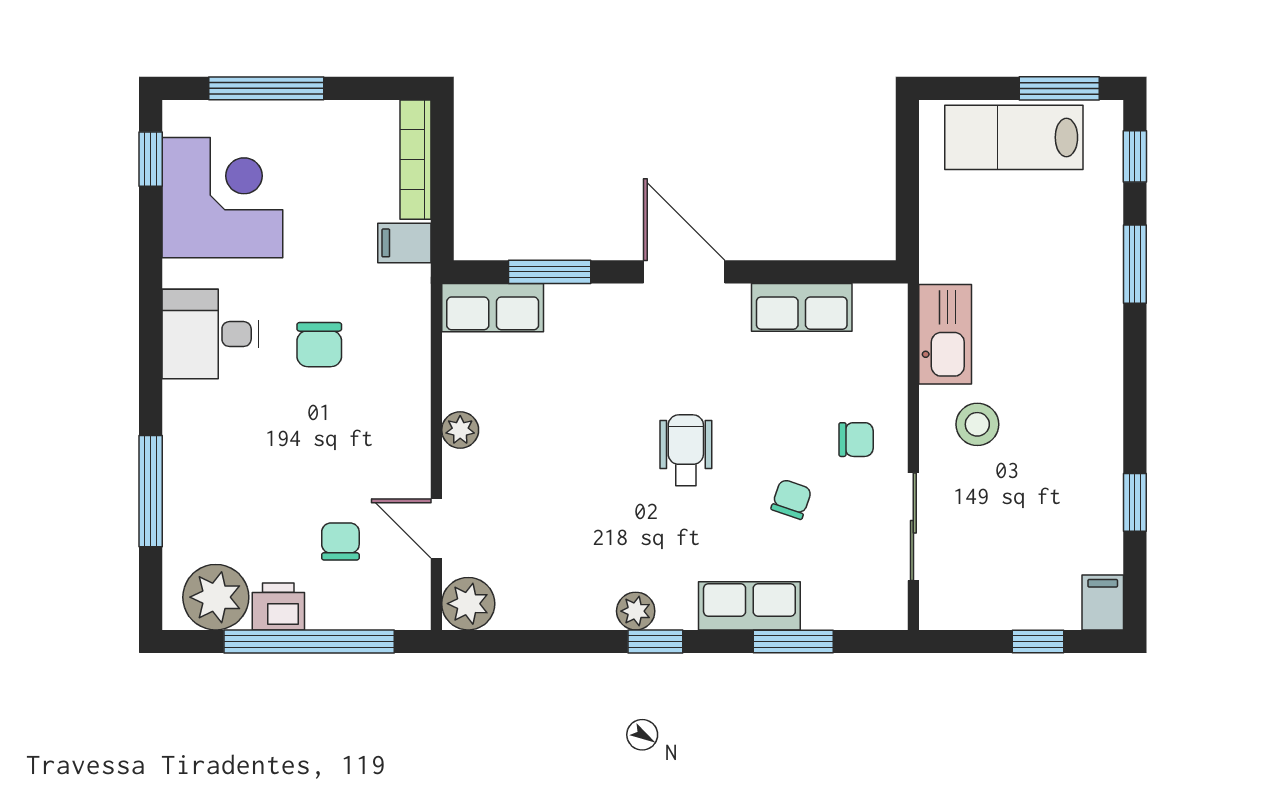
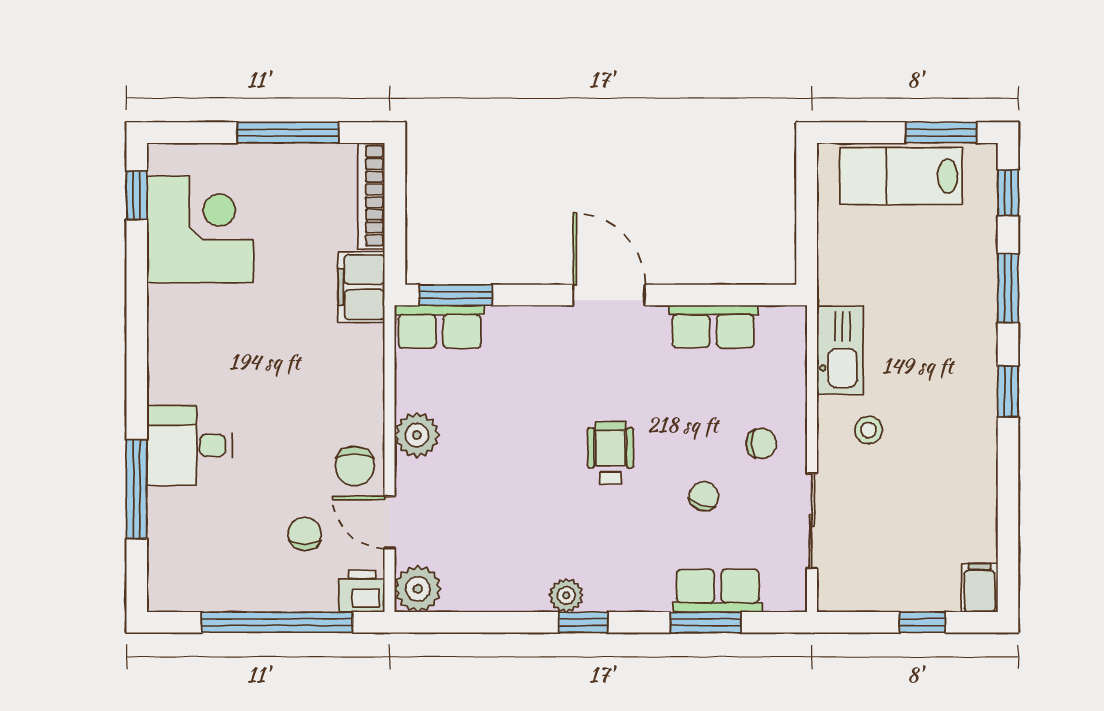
window: (266, 88) -> (288, 133), moved
filing cabinet: (404, 243) -> (361, 287), width x2.00
window: (550, 272) -> (456, 295), moved
desk: (210, 334) -> (190, 445), moved
chair: (319, 345) -> (355, 466), moved
stool: (977, 424) -> (869, 430), width x0.73, depth x0.73
plant: (460, 430) -> (417, 435), width x1.38, depth x1.38
window: (1135, 502) -> (1008, 391), moved
plant: (216, 597) -> (194, 583), removed
printer: (278, 606) -> (362, 591), moved
row of seats: (749, 606) -> (718, 591), moved

